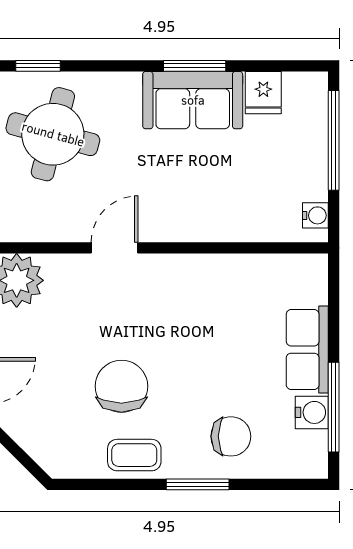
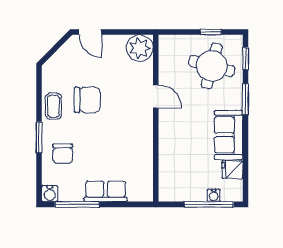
window: (195, 66) -> (245, 99), moved
water cooler: (315, 215) -> (214, 195), moved
water cooler: (312, 412) -> (50, 194), moved

